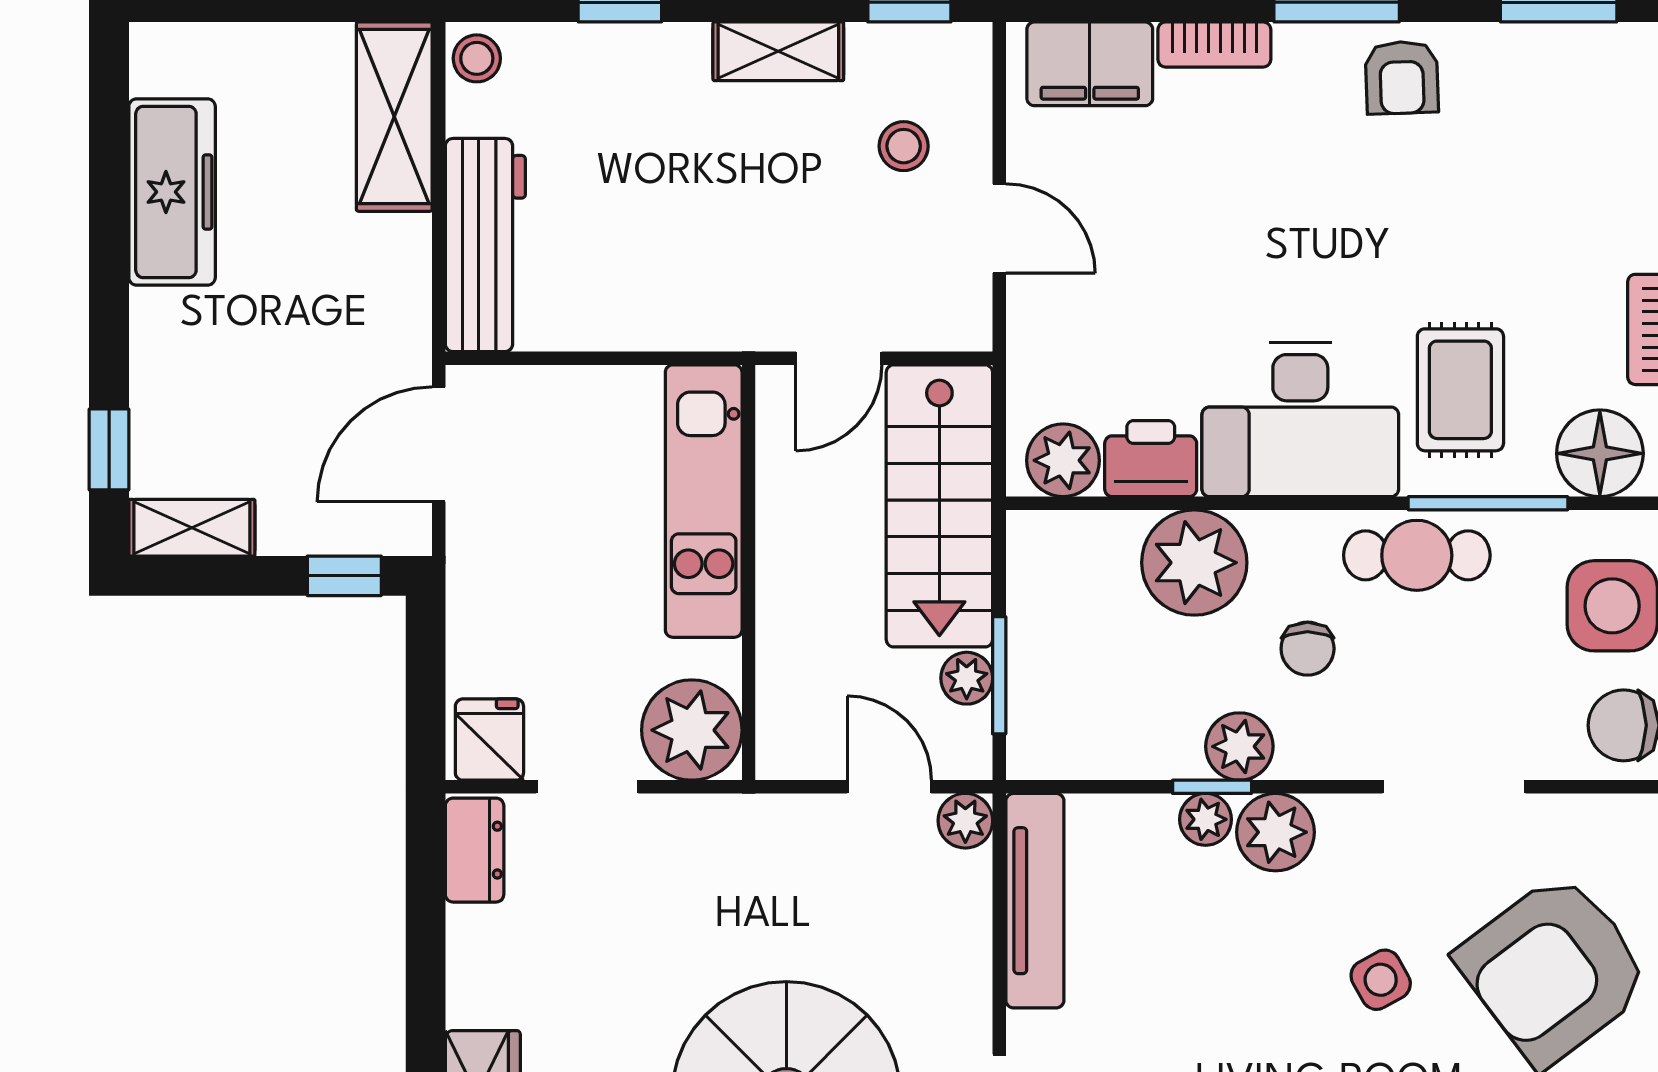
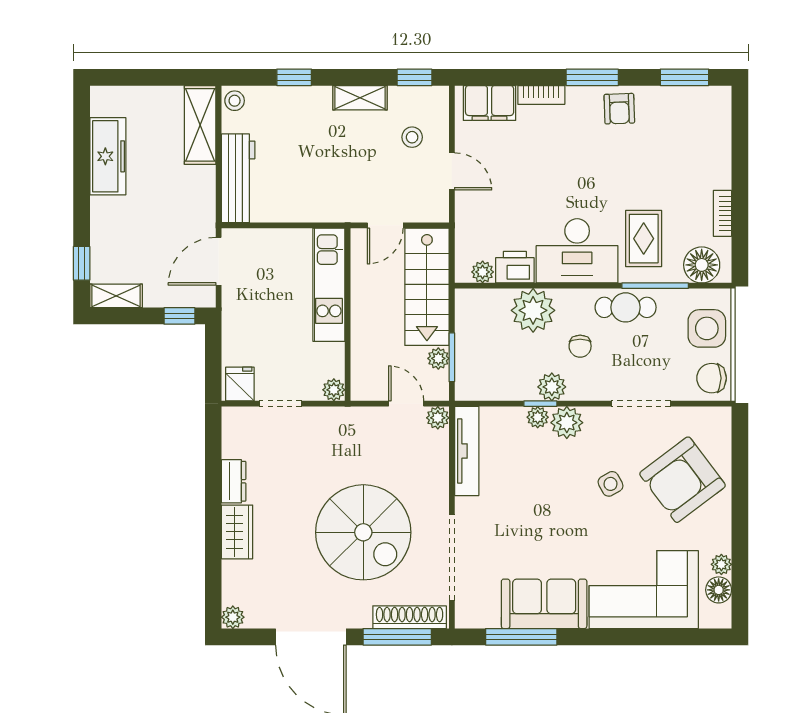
plant: (1063, 460) -> (483, 272), width x0.73, depth x0.73
plant: (692, 730) -> (334, 390), width x0.53, depth x0.53
dresser: (475, 850) -> (234, 481), moved

